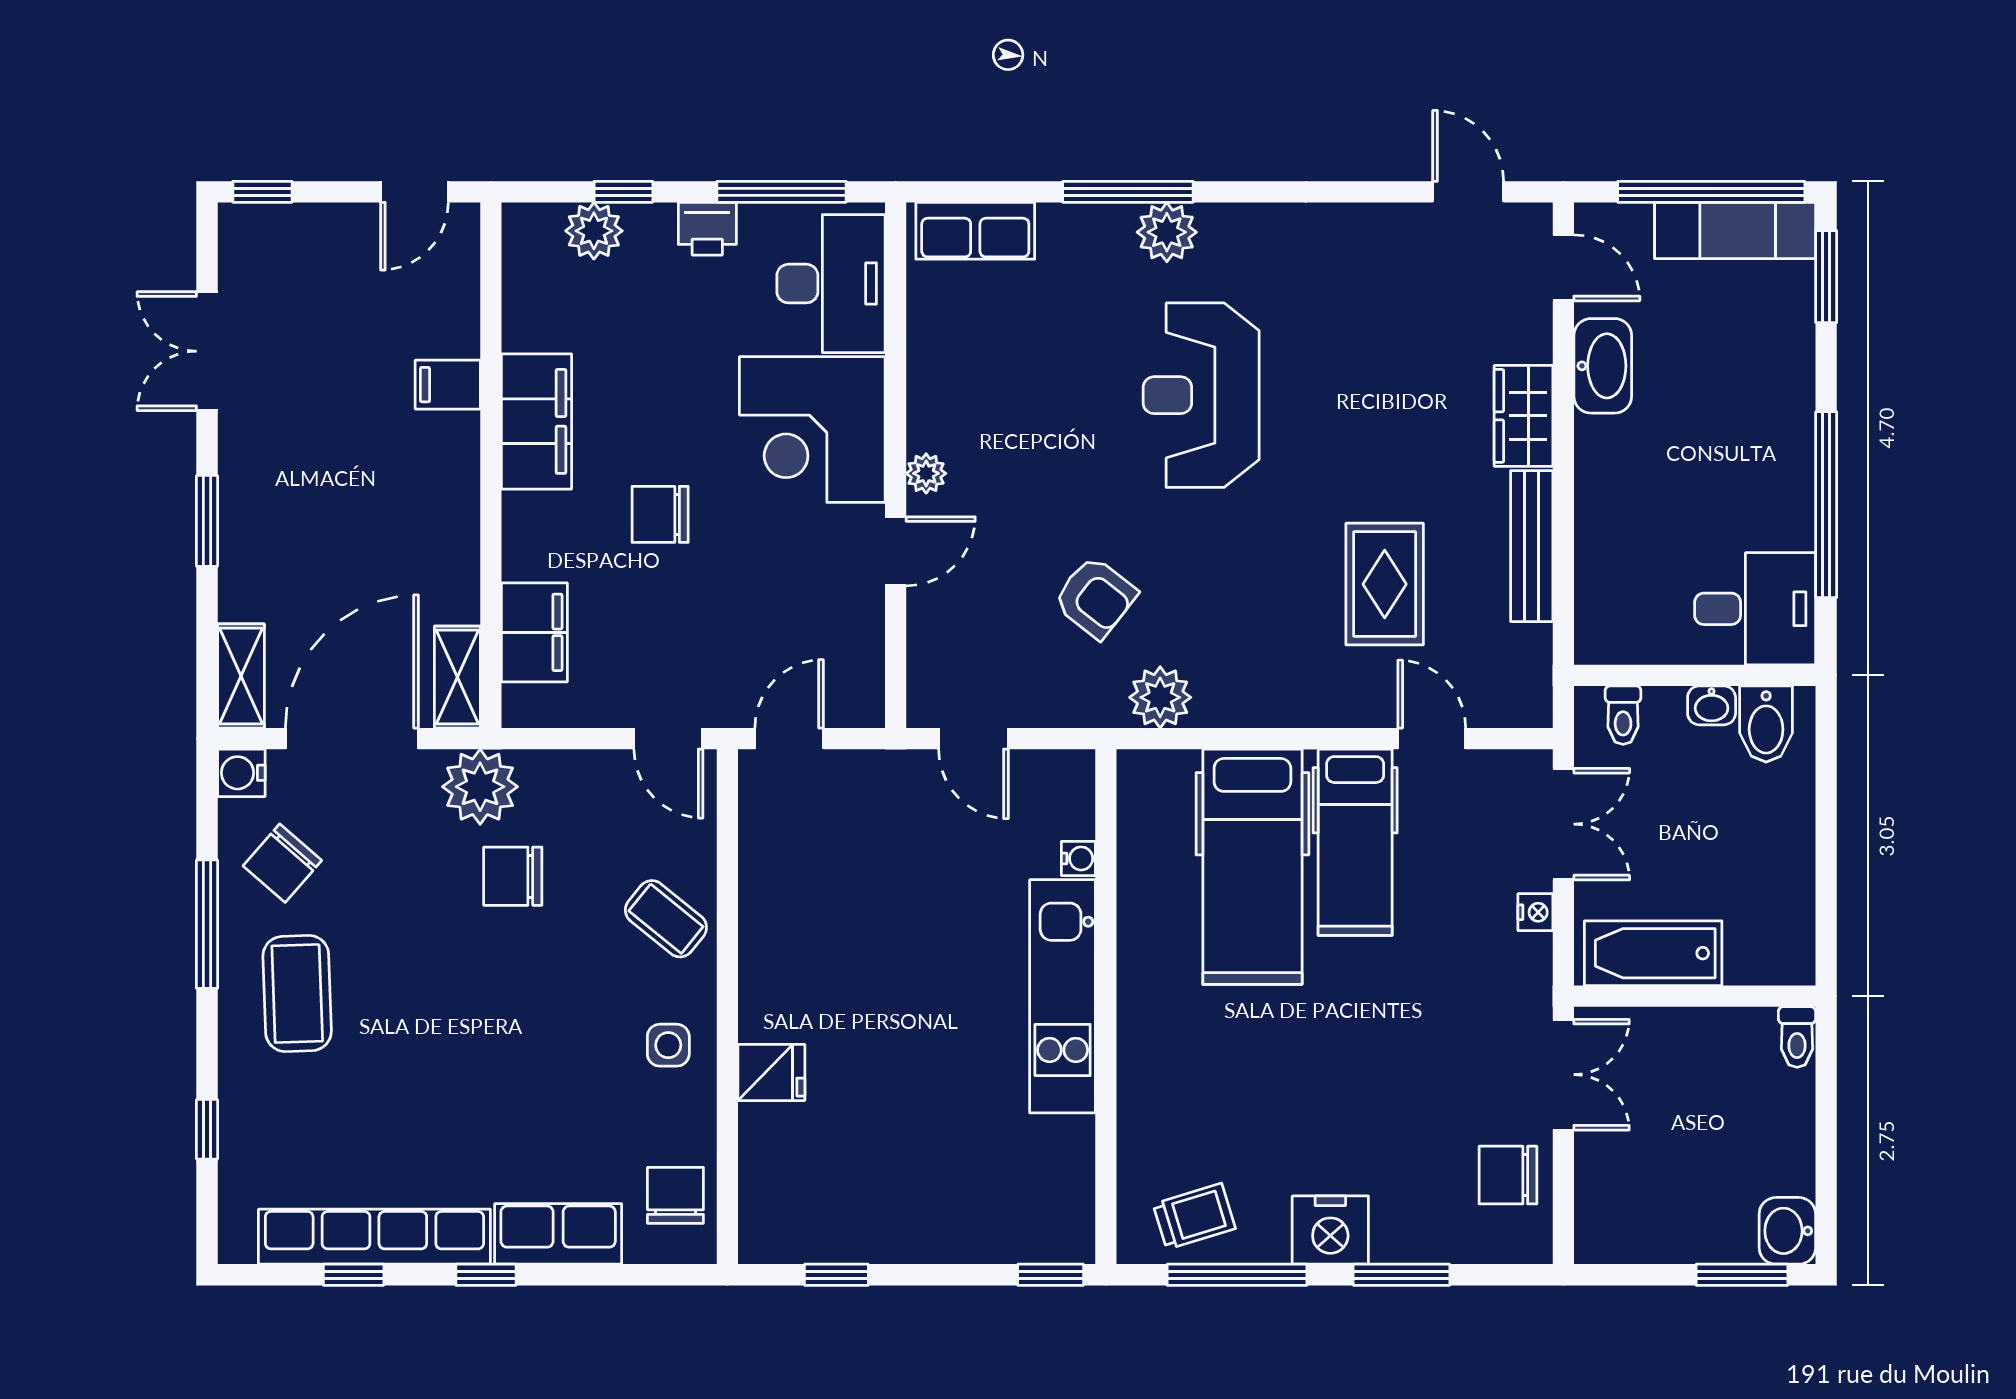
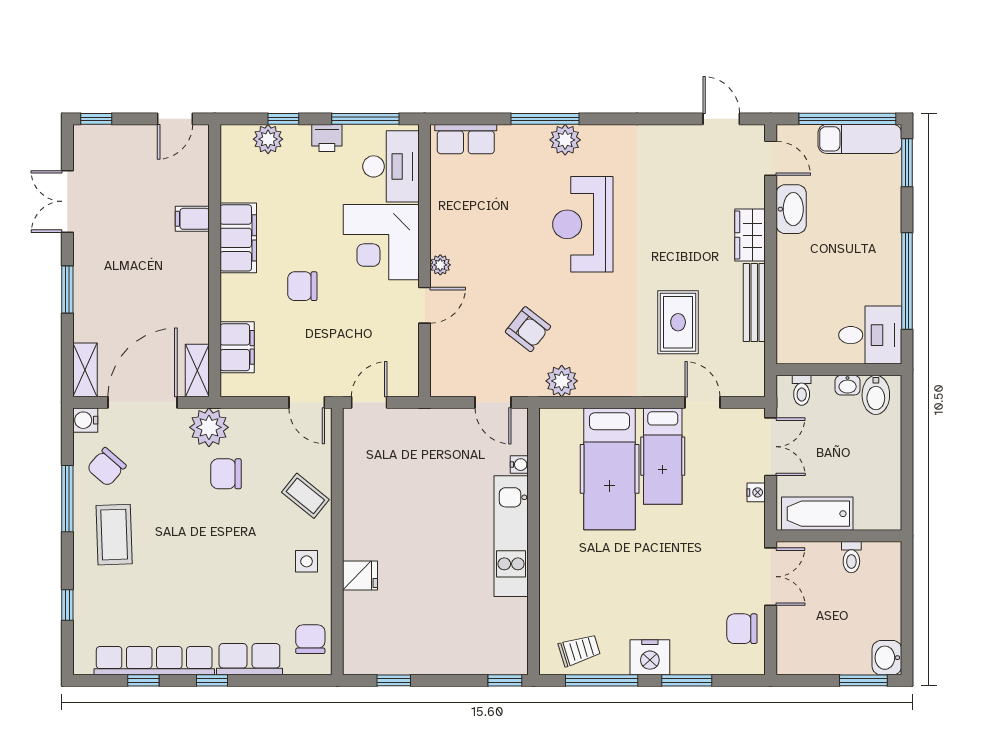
door: (973, 739) -> (493, 402), moved
toilet: (1797, 1037) -> (851, 557), moved

